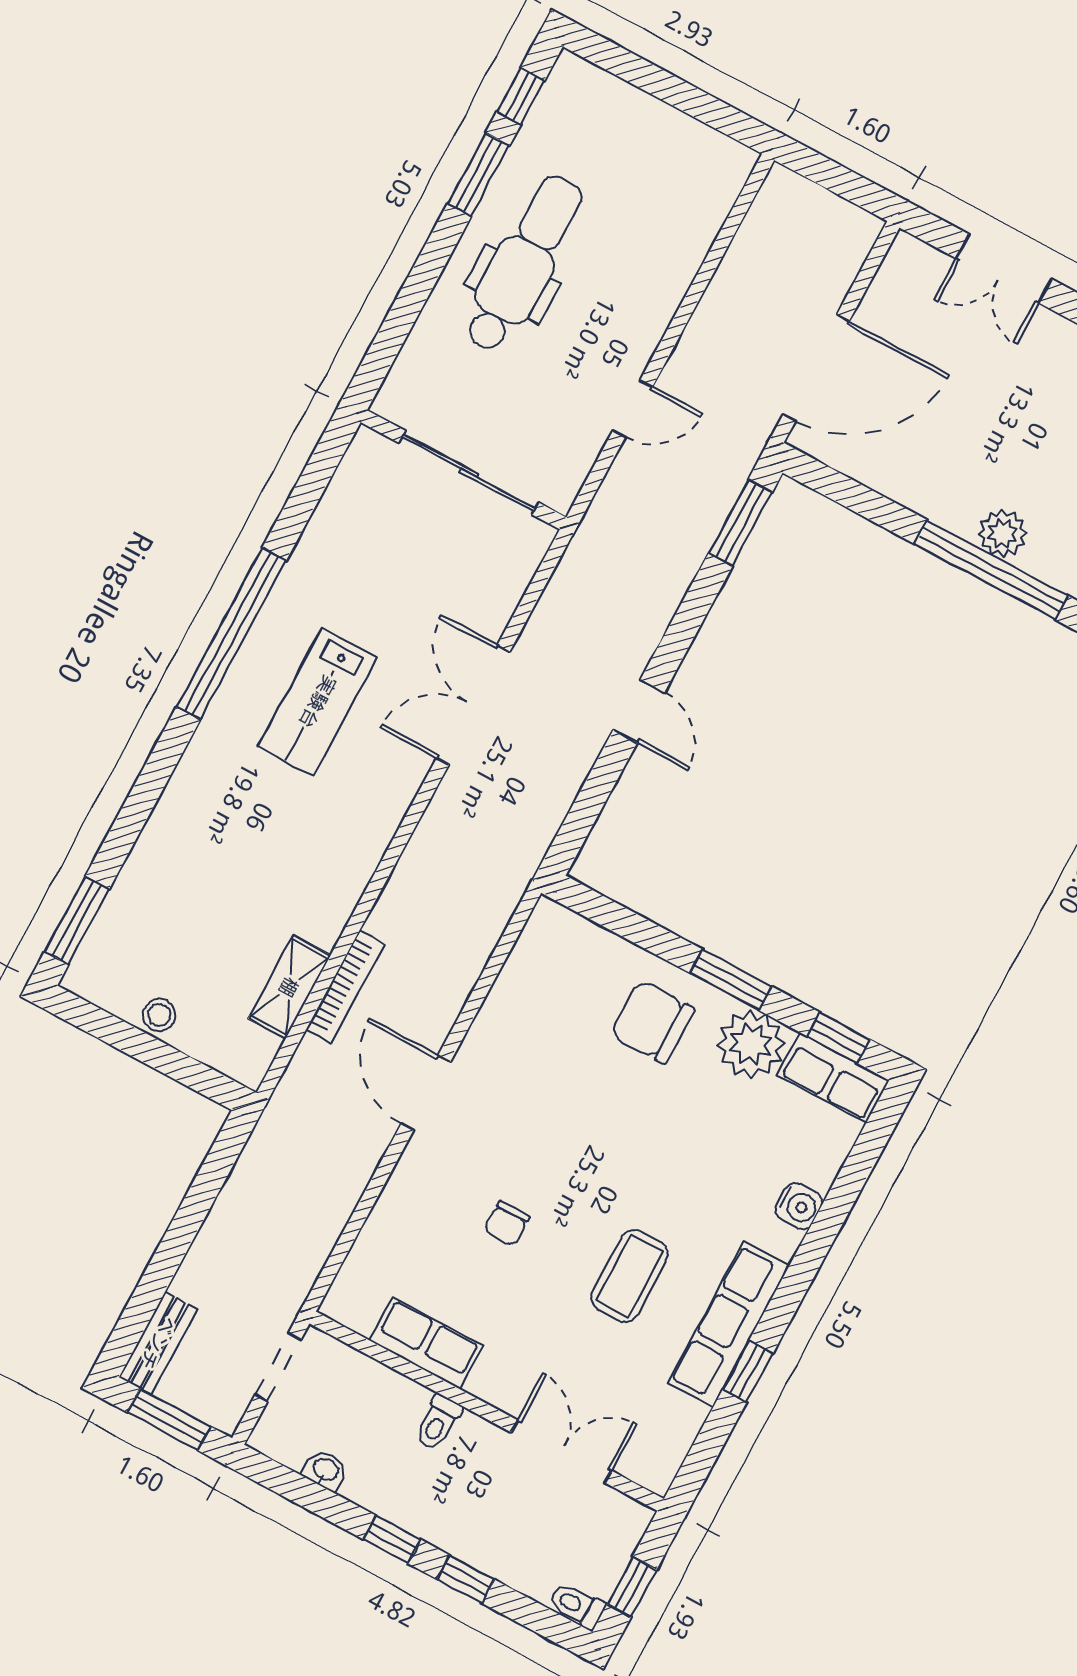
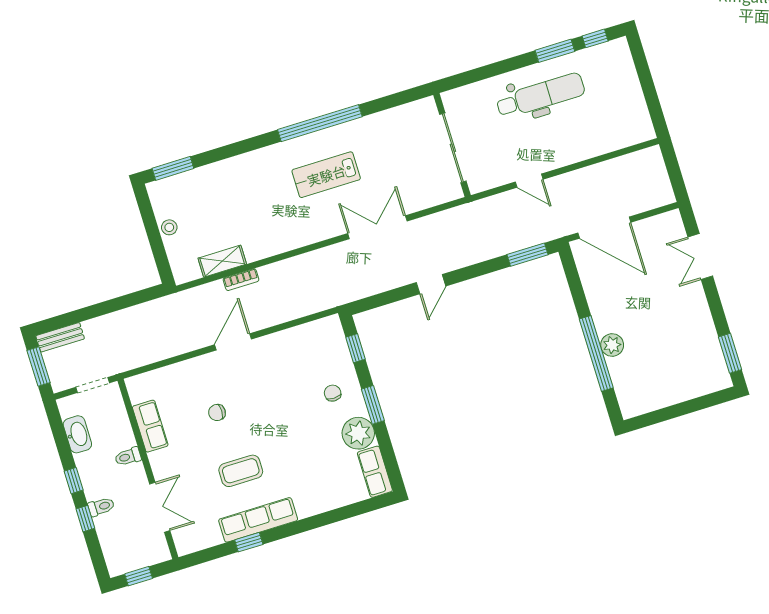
bookcase: (345, 987) -> (241, 280), width x0.64
chair: (652, 1022) -> (333, 393), width x0.54, depth x0.54
window: (839, 1038) -> (355, 348), moved
water cooler: (799, 1206) -> (321, 503), removed
washbasin: (325, 1470) -> (77, 434), width x1.91, depth x1.45
toilet: (577, 1606) -> (101, 507), moved, turned 90

